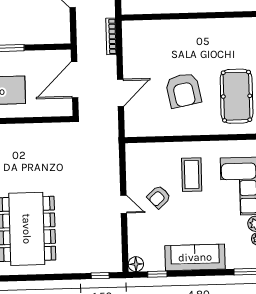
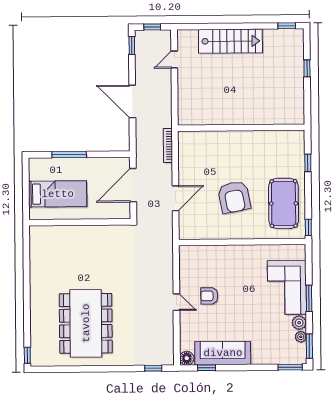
coffee table: (192, 175) -> (240, 276), removed
armchair: (159, 197) -> (209, 296), turned 43
sofa: (195, 257) -> (223, 353), moved

